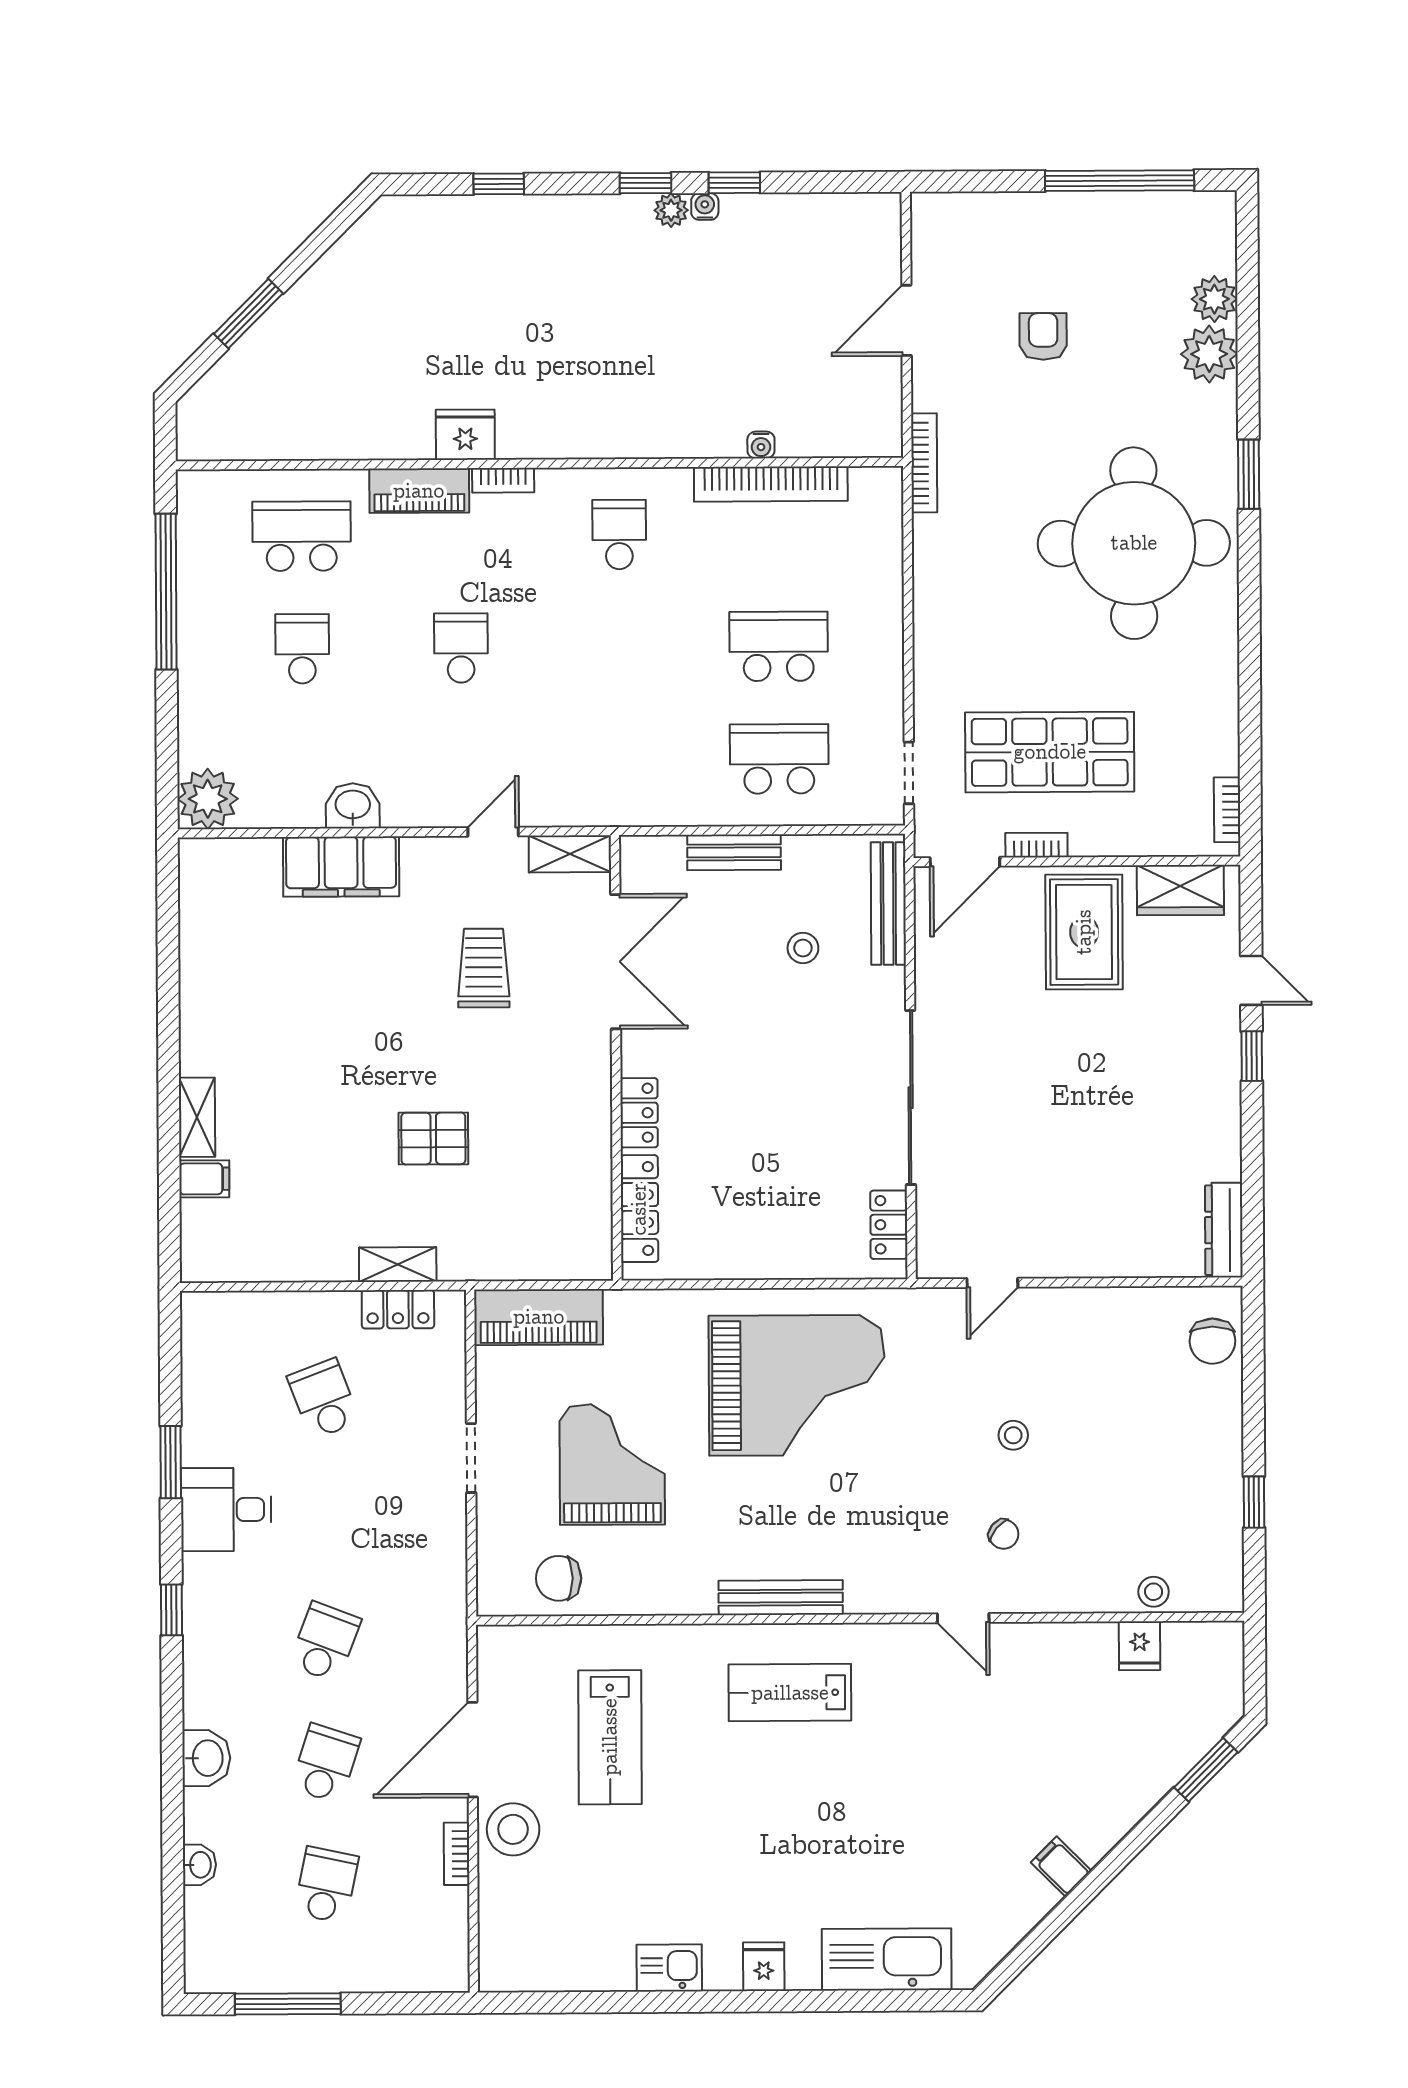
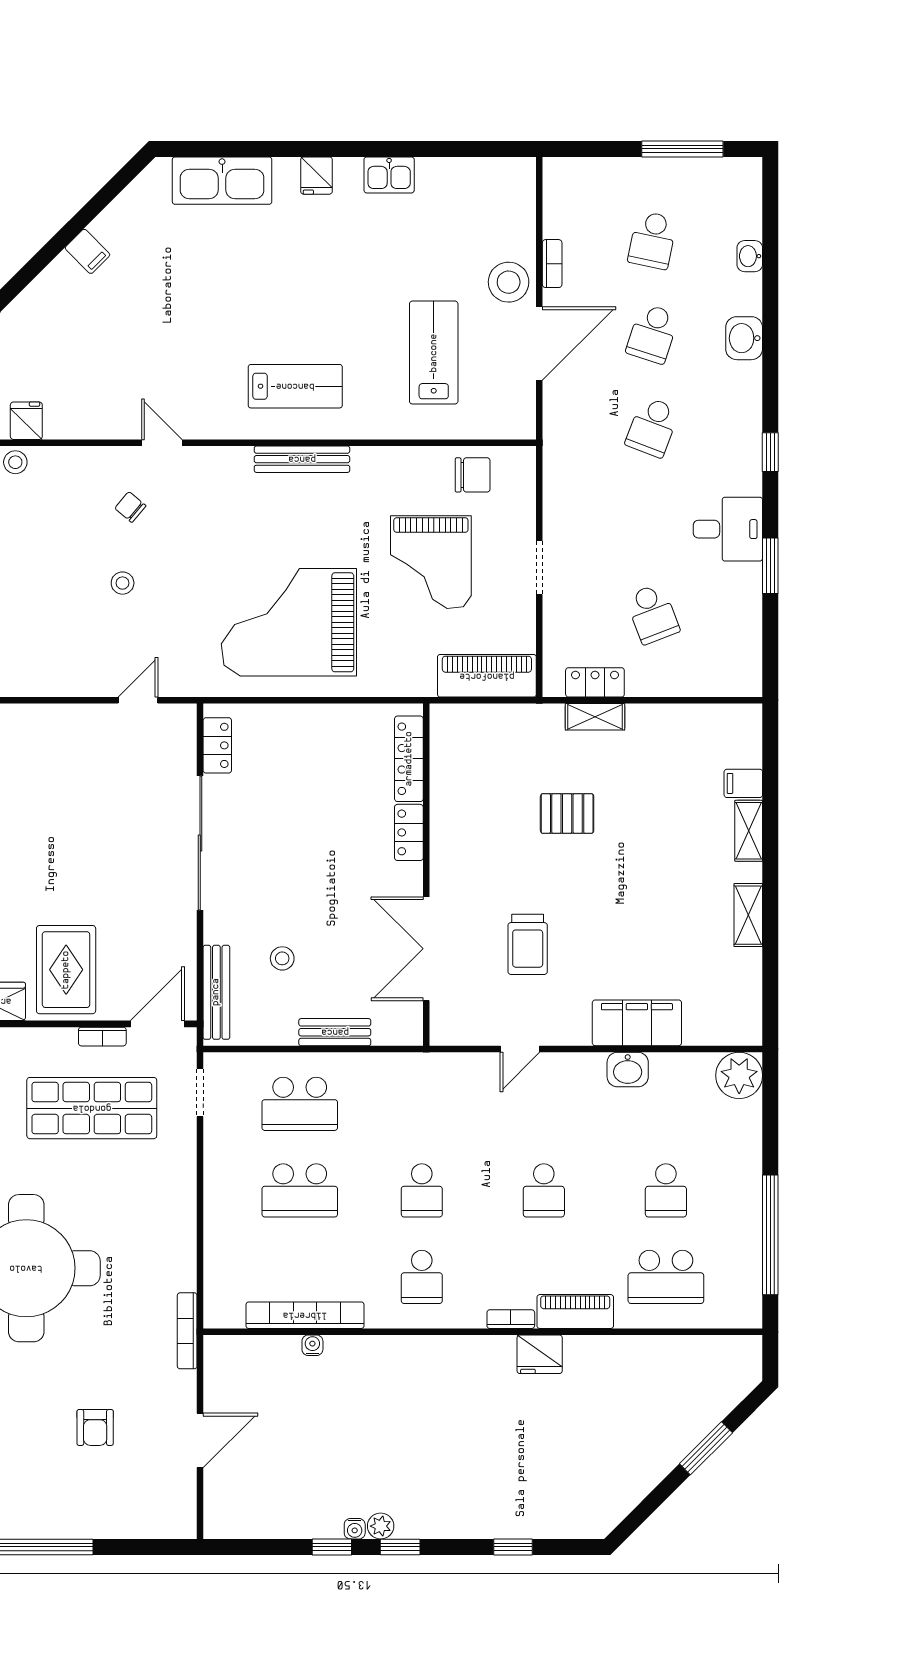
school desk: (620, 647) -> (422, 1190), added
shelving: (570, 854) -> (748, 915), moved, turned 90

